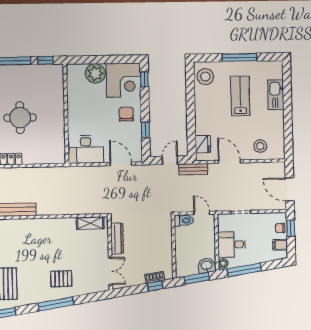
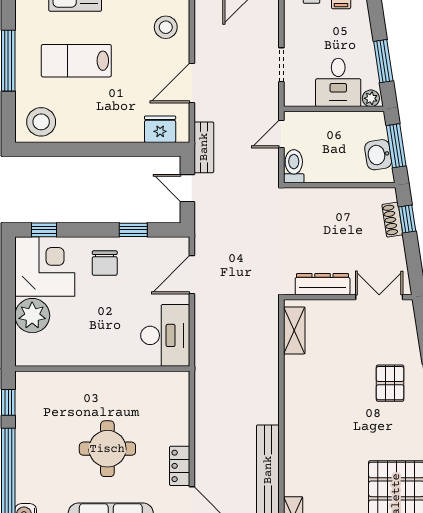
chair: (126, 114) -> (105, 263), turned -90
washbasin: (207, 266) -> (378, 155), moved
window: (244, 270) -> (383, 61), width x0.69

